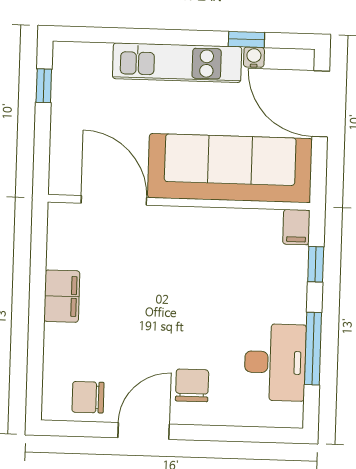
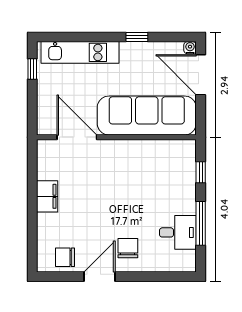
window: (246, 39) -> (137, 37), moved
water cooler: (254, 57) -> (190, 48), moved
kitchen unit: (177, 63) -> (80, 52), moved
filing cabinet: (296, 227) -> (188, 150), removed
desk: (275, 362) -> (178, 232), width x0.73

